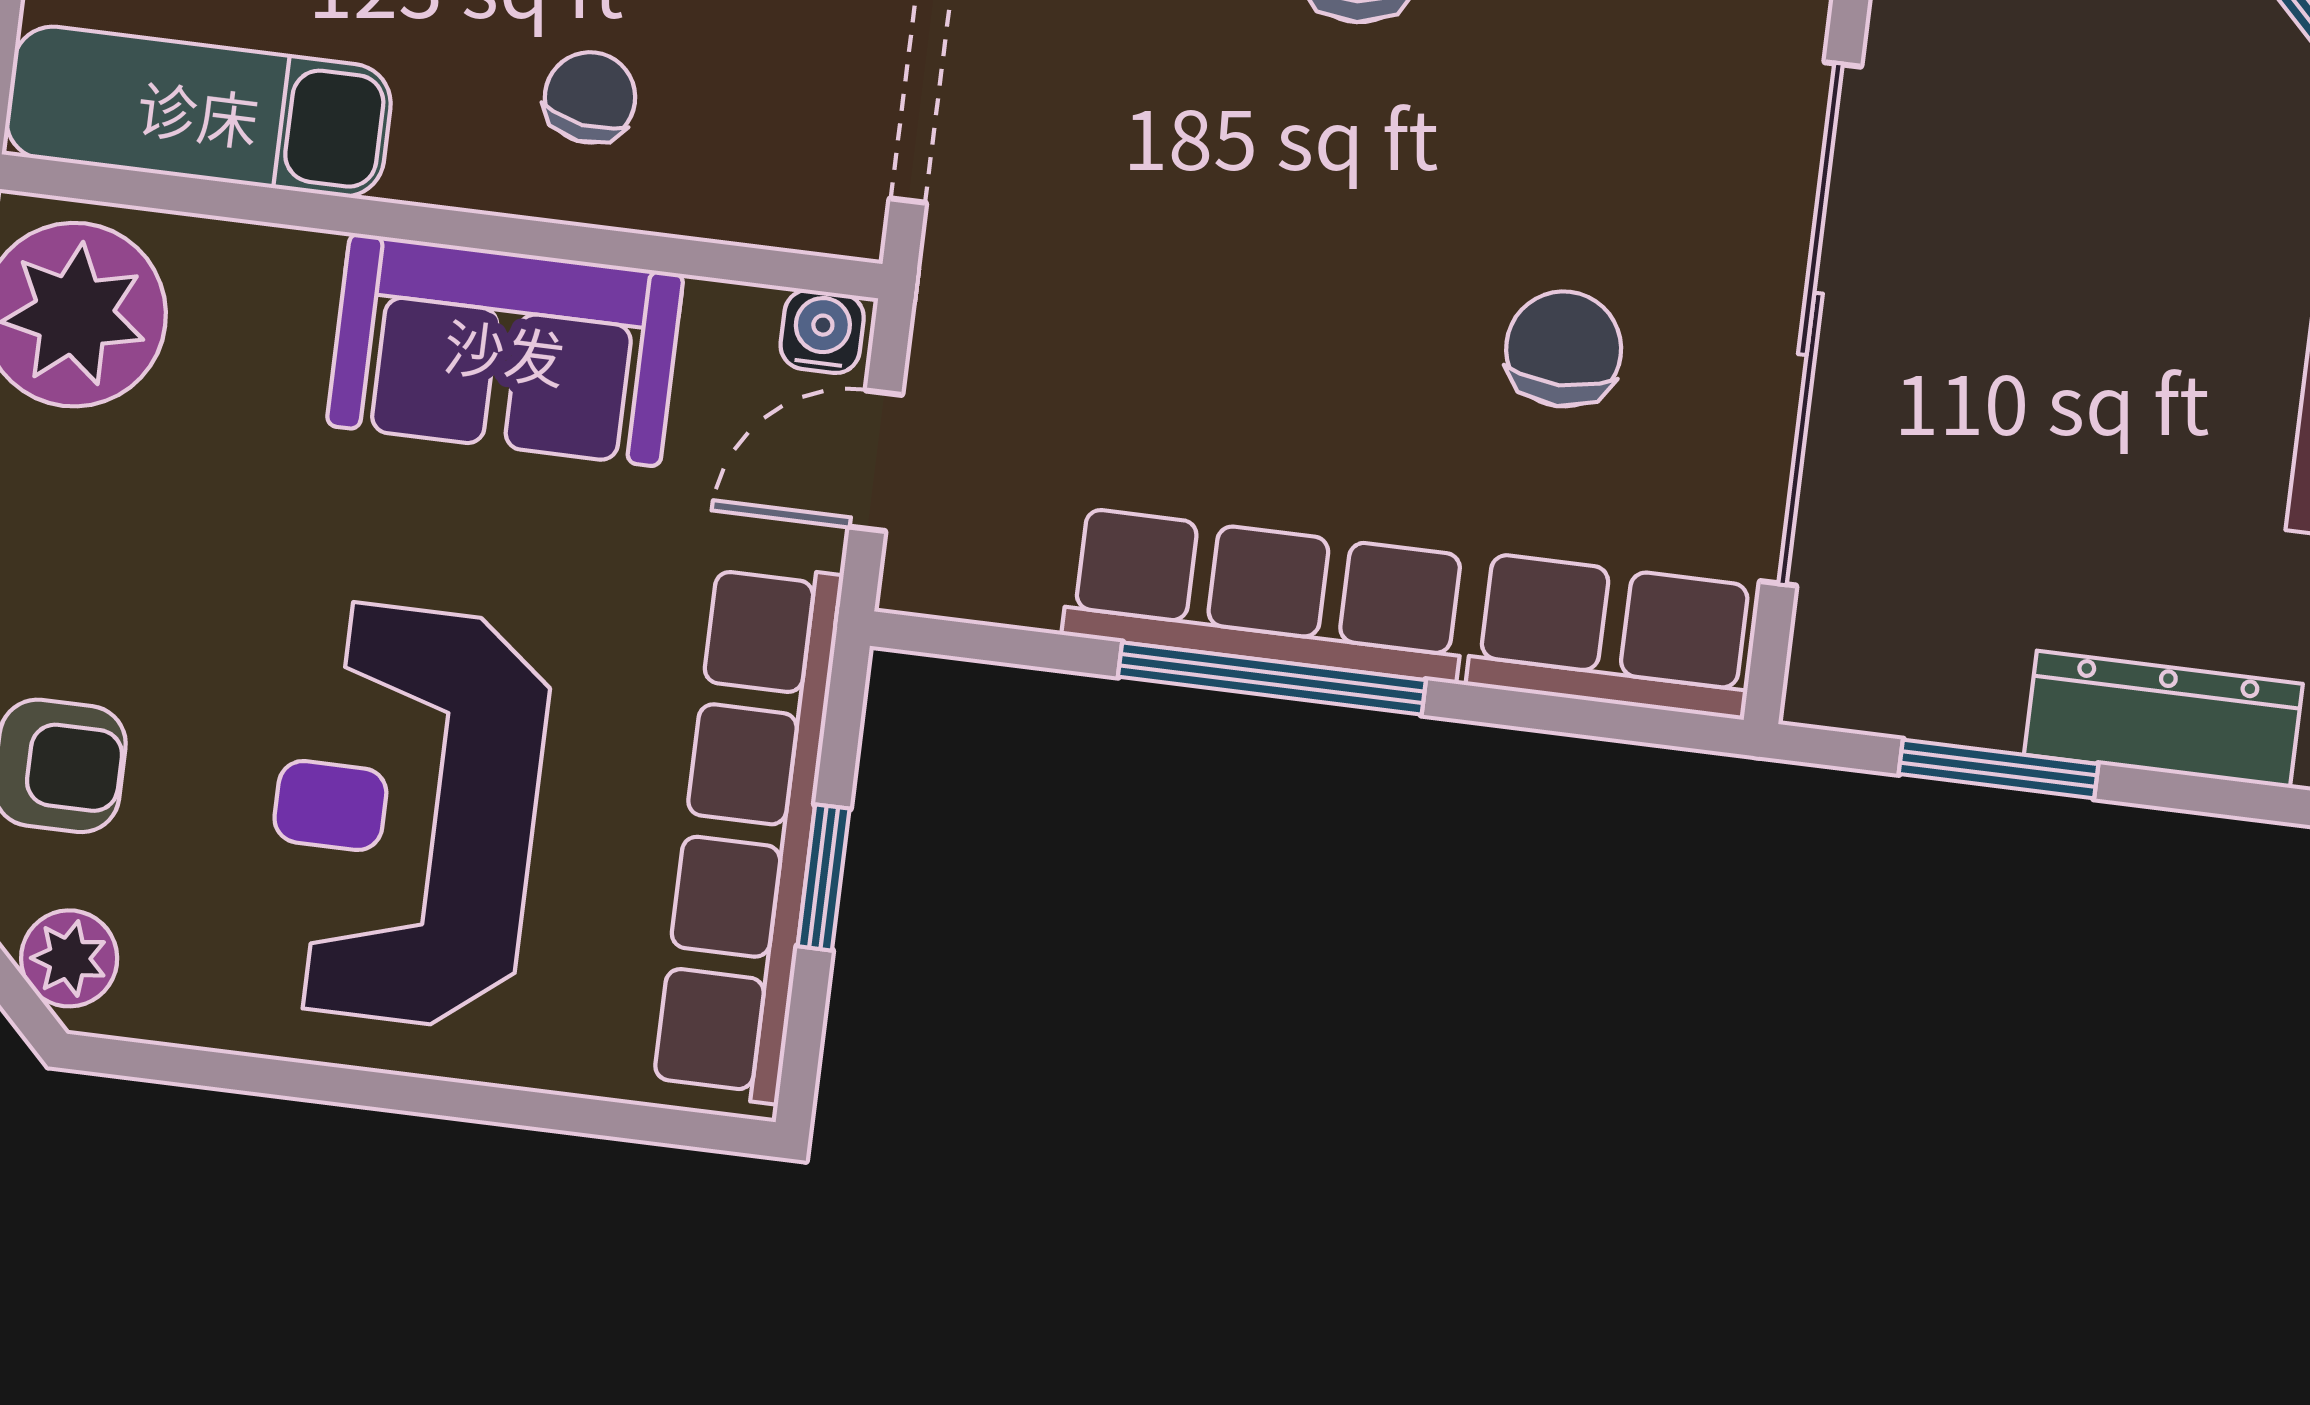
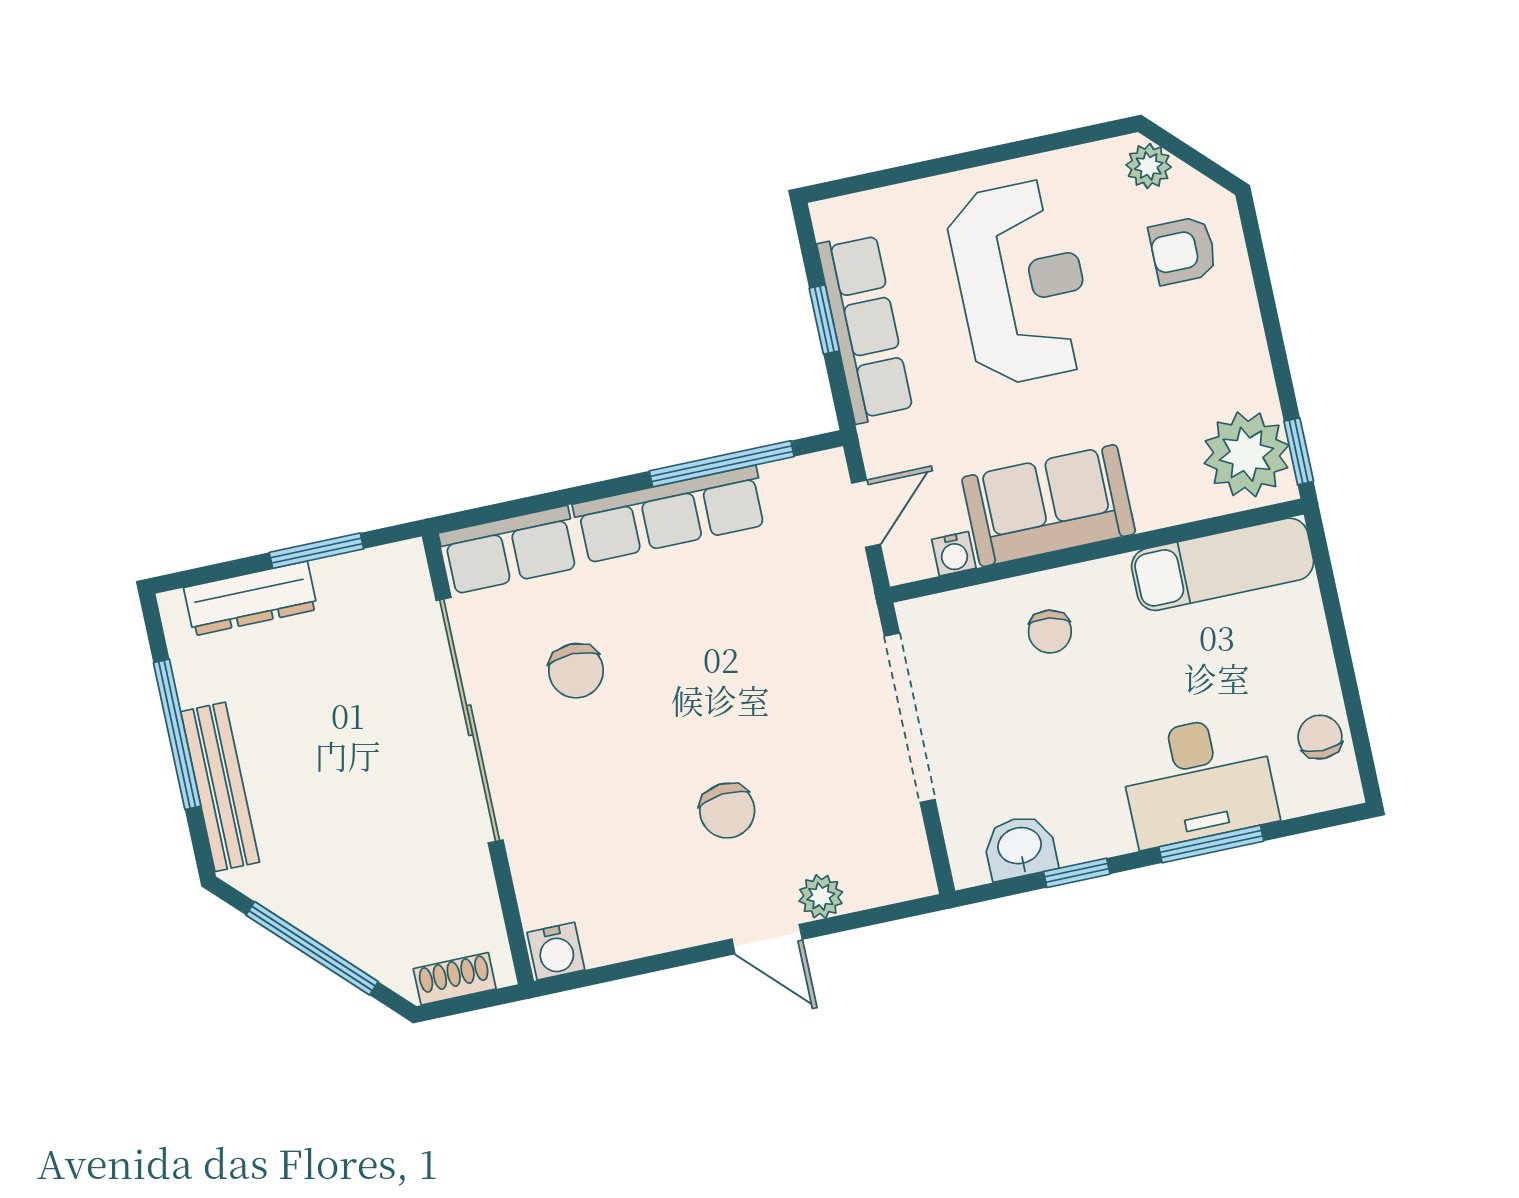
water cooler: (822, 331) -> (954, 554), moved
window: (1272, 678) -> (722, 464), moved
row of seats: (748, 832) -> (865, 328), width x0.73

